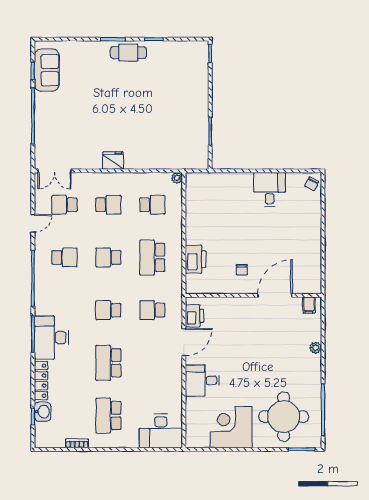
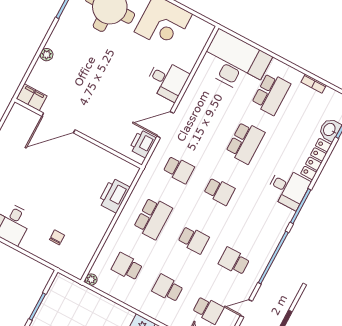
chair: (242, 270) -> (57, 237), moved
filing cabinet: (309, 305) -> (32, 97), width x2.00
desk: (51, 338) -> (288, 188), width x0.73
desk: (161, 431) -> (235, 62), width x1.36, depth x1.30

